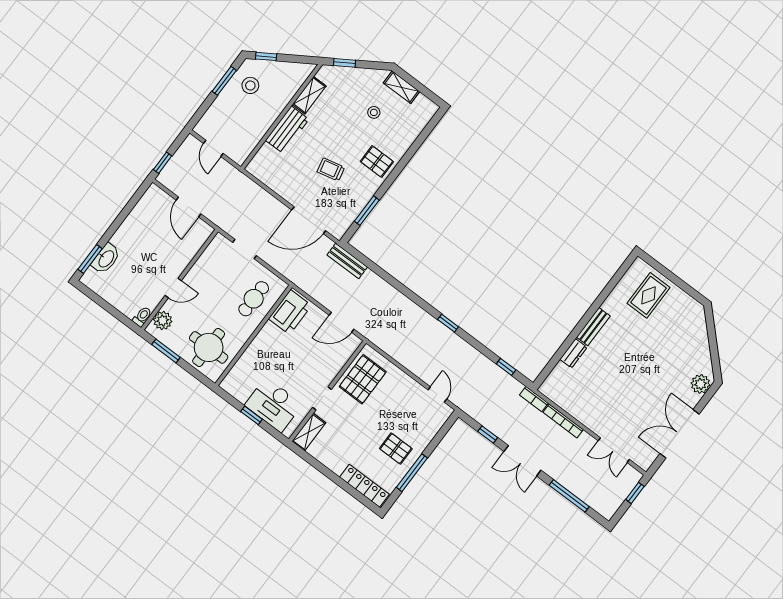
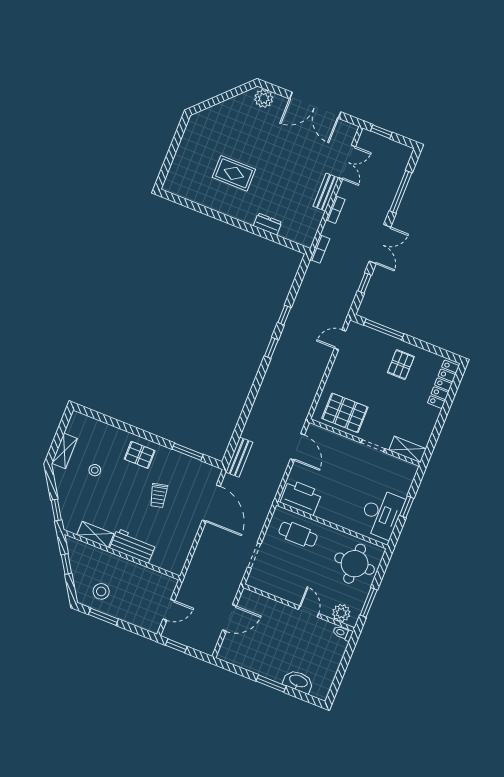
window: (266, 56) -> (66, 564), moved
pallet: (377, 162) -> (140, 455), turned 90
window: (163, 163) -> (176, 646), moved
window: (90, 259) -> (271, 684), moved
rug: (649, 295) -> (234, 173), moved
bench: (593, 327) -> (326, 192), moved, turned 90
window: (506, 367) -> (284, 315), moved
desk: (274, 405) -> (381, 514), moved
bookcase: (563, 421) -> (335, 210), width x0.64
window: (412, 473) -> (384, 329), moved

